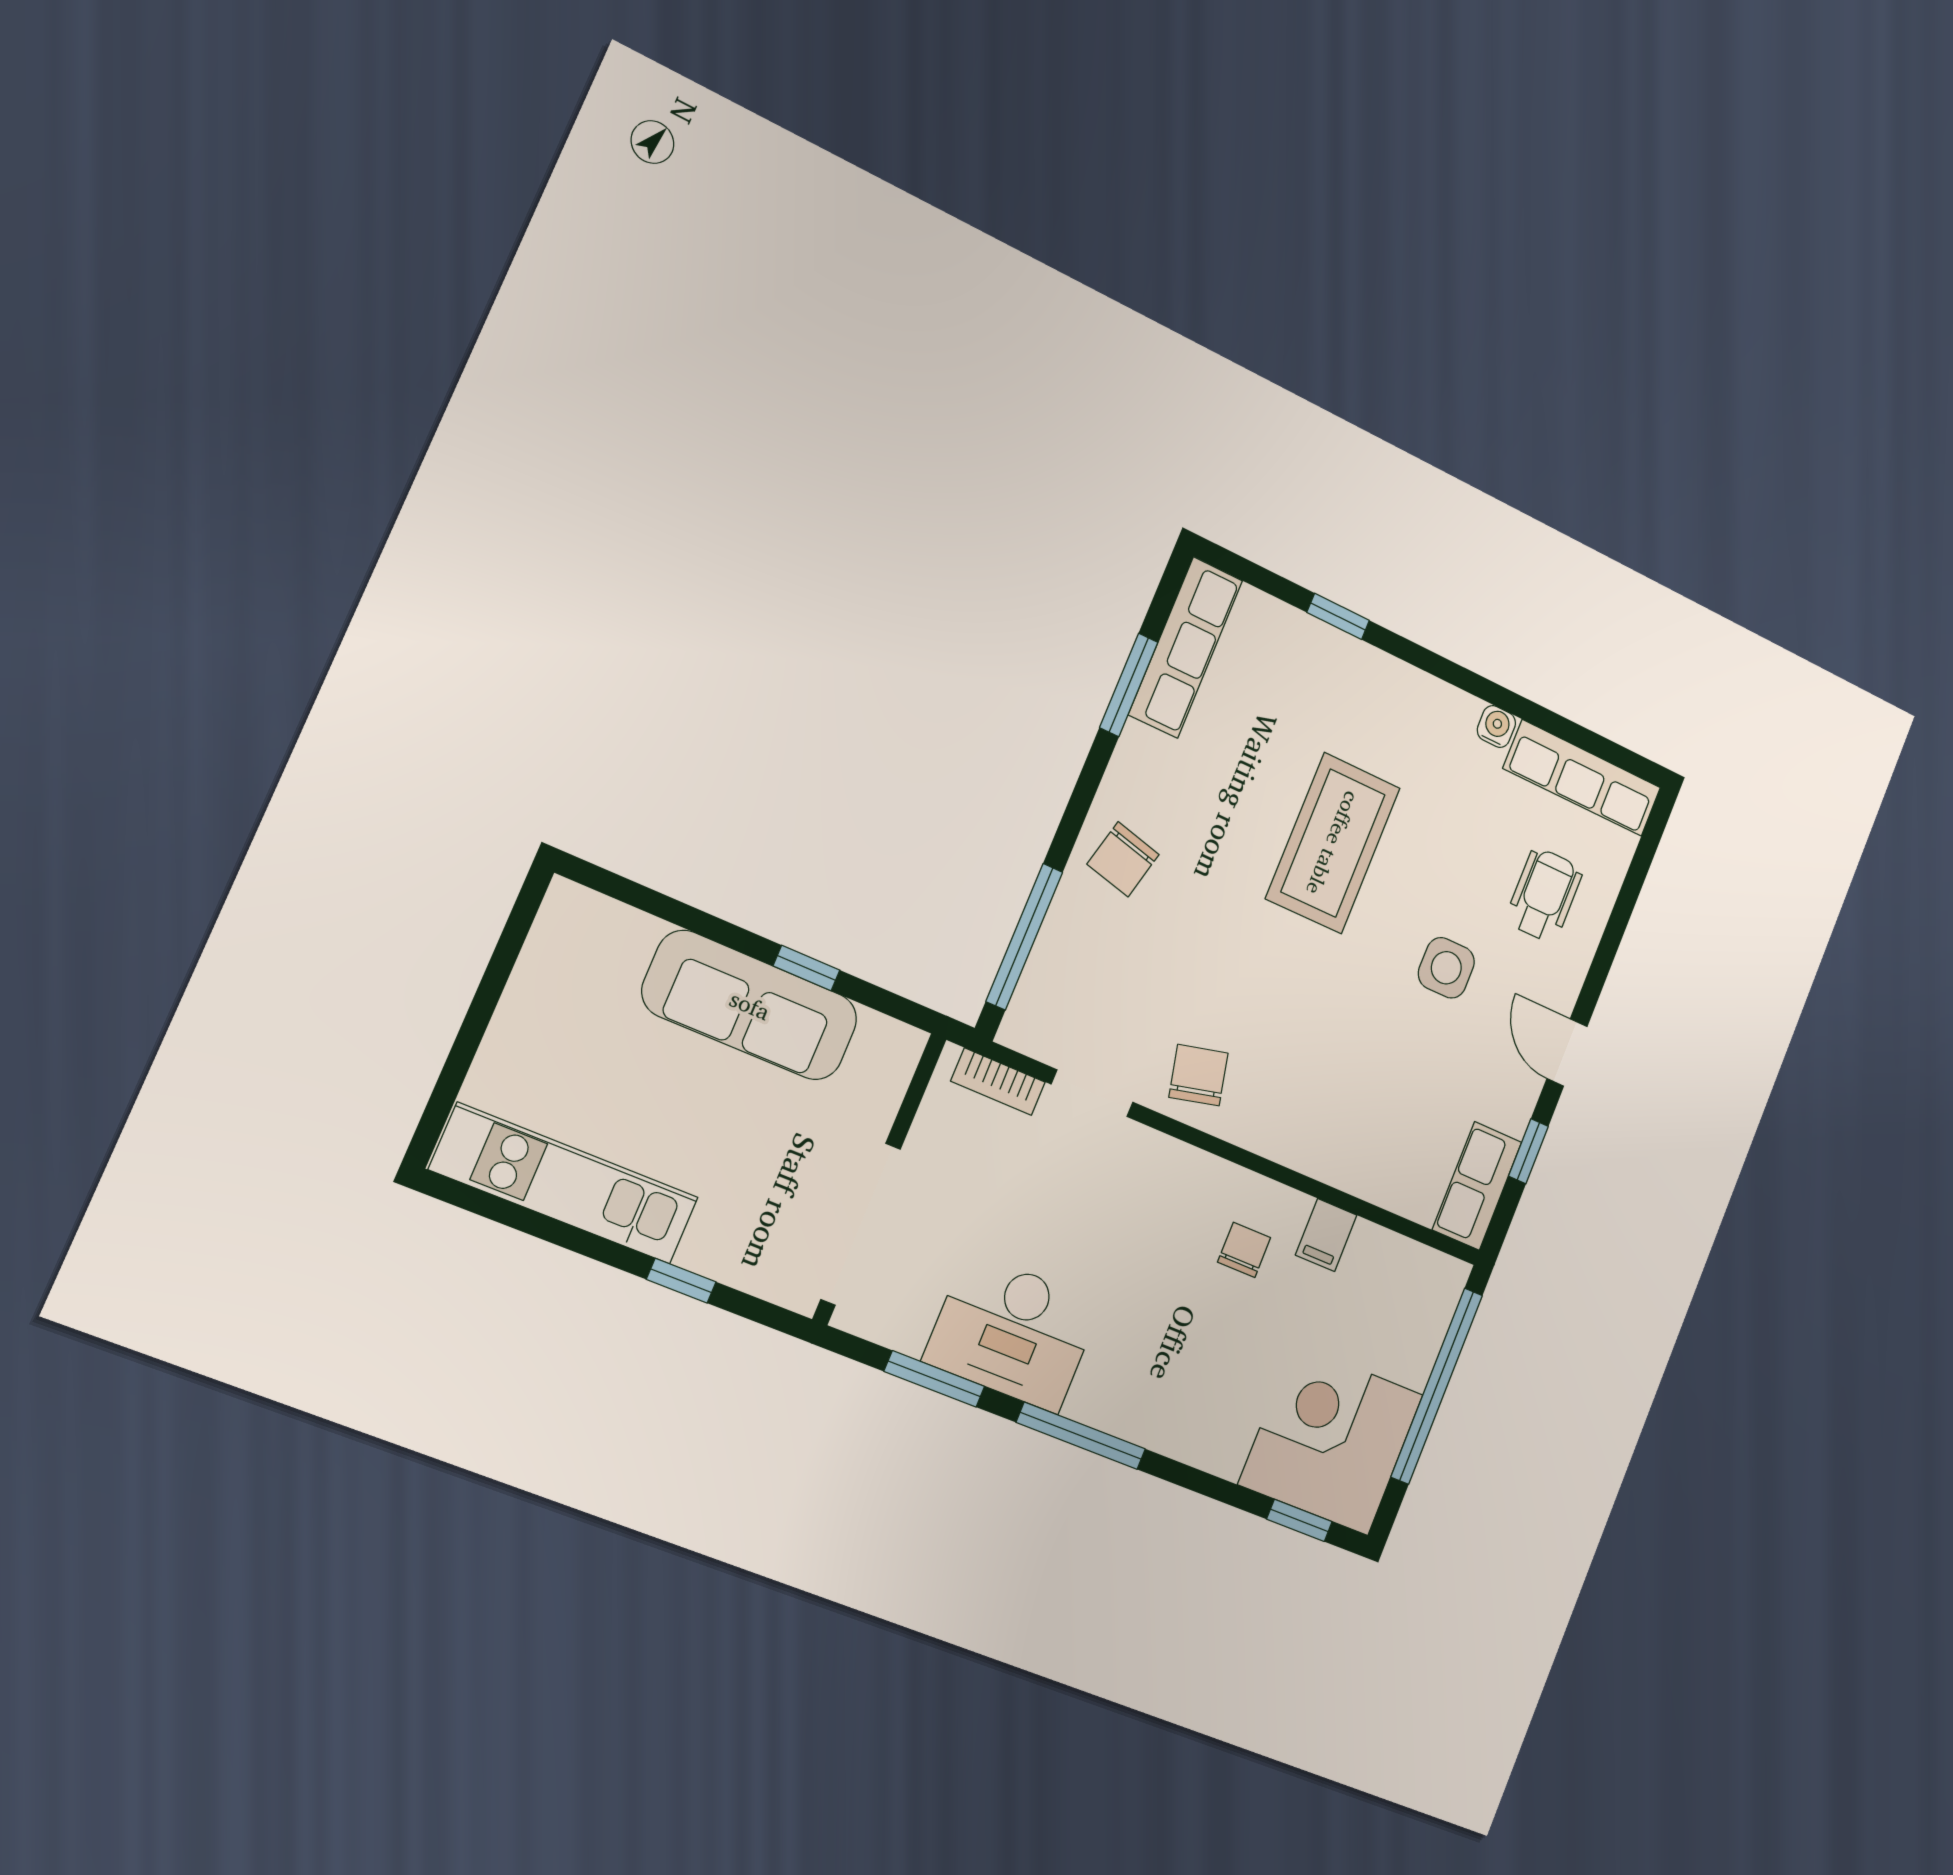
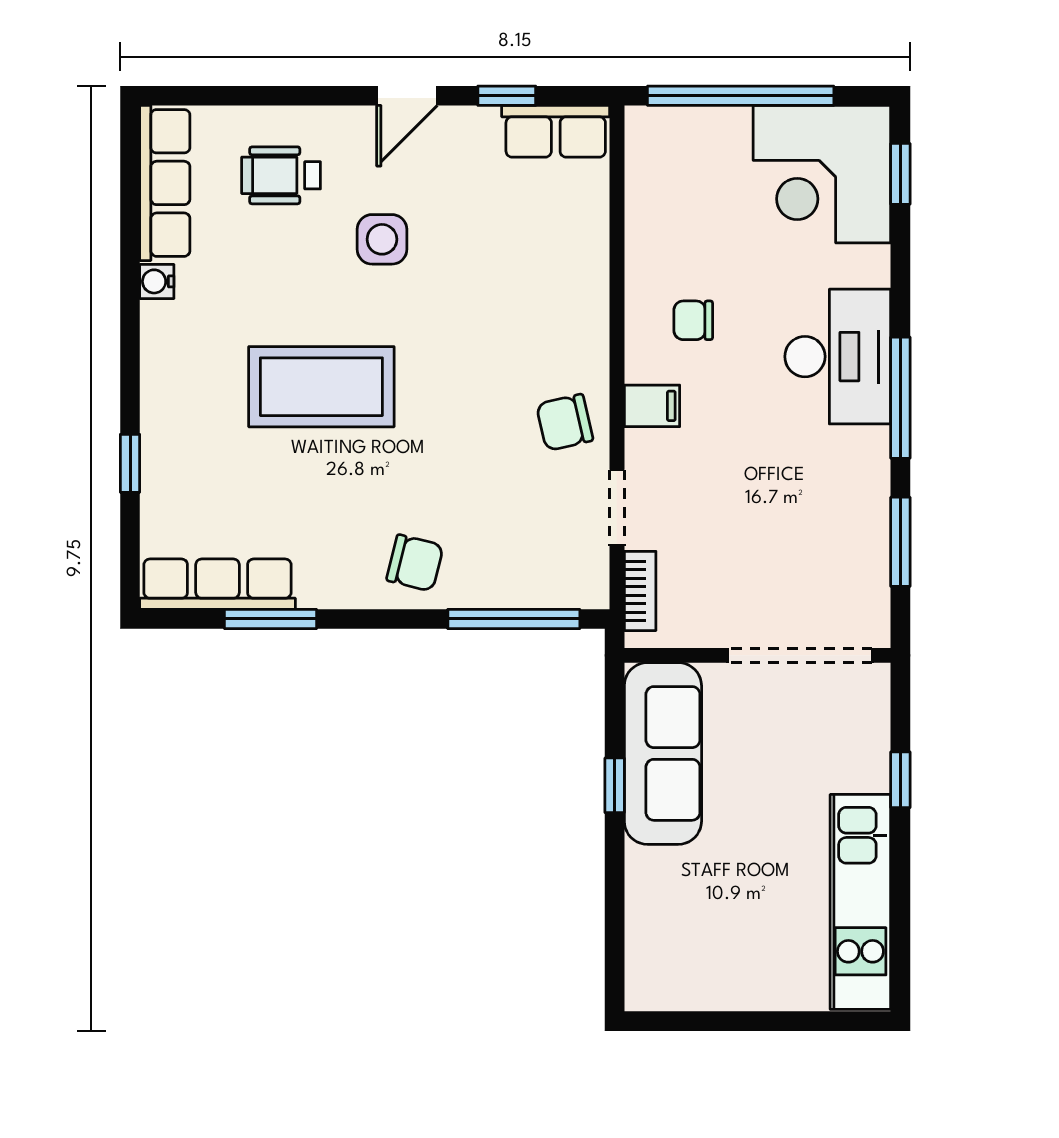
sofa: (750, 1005) -> (663, 753), moved
filing cabinet: (1326, 1235) -> (652, 406), moved
desk: (1013, 1332) -> (838, 357), moved

